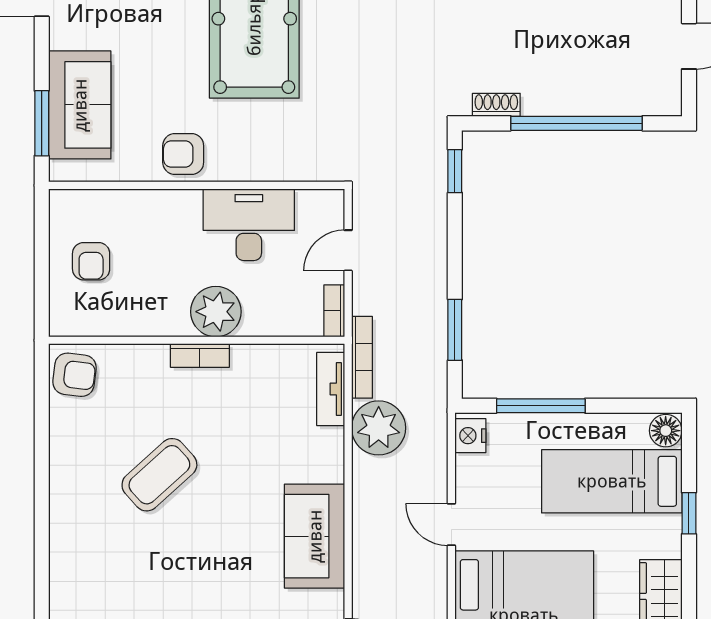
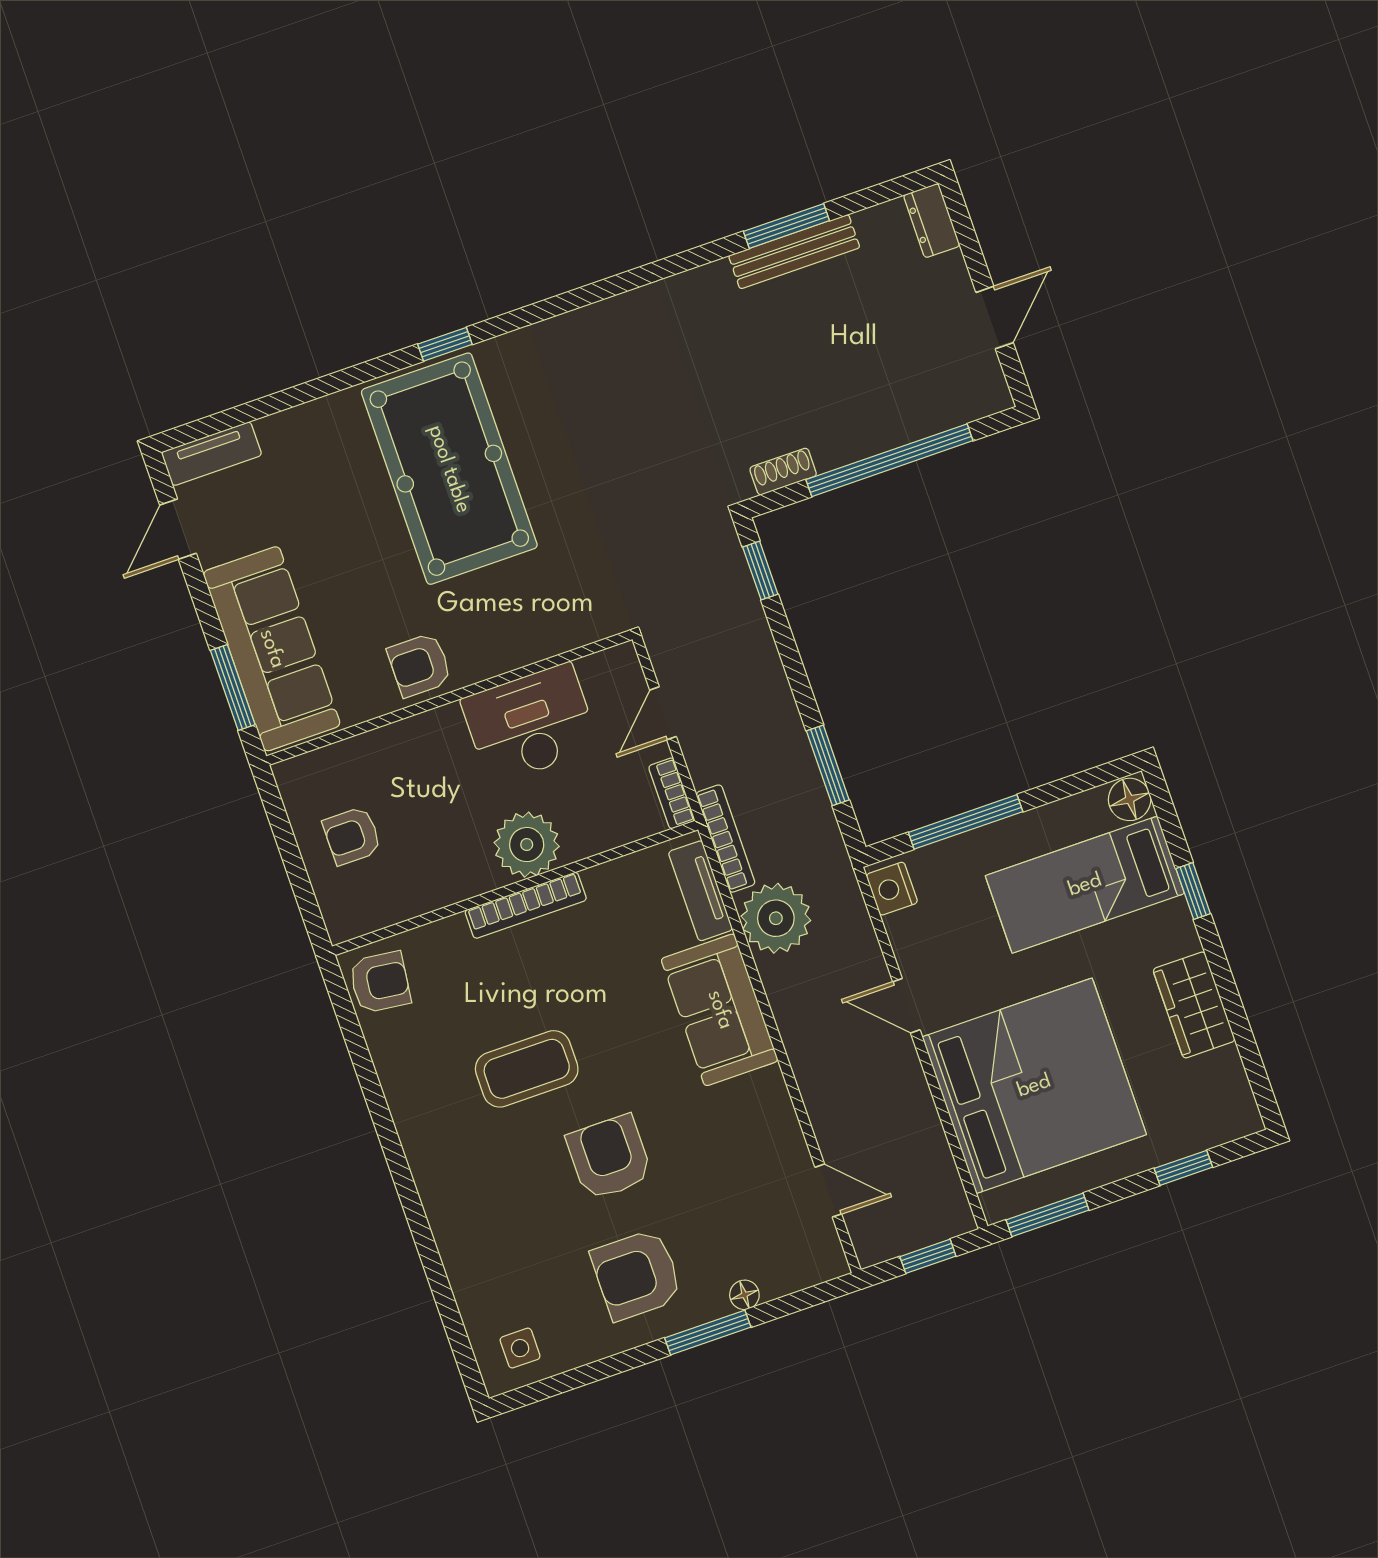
sofa: (80, 105) -> (272, 649), width x1.36
armchair: (91, 261) -> (352, 836), turned 90
bookcase: (200, 355) -> (526, 905), width x1.56
coffee table: (159, 475) -> (527, 1069), turned 42
sofa: (315, 536) -> (720, 1010), moved
armchair: (197, 560) -> (609, 1157), added

